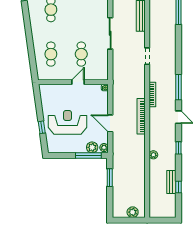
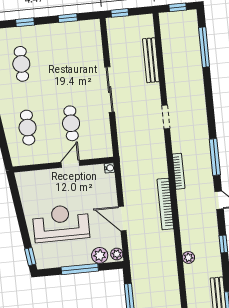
window: (42, 127) -> (30, 257), moved
window: (88, 155) -> (80, 269), moved

